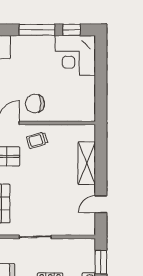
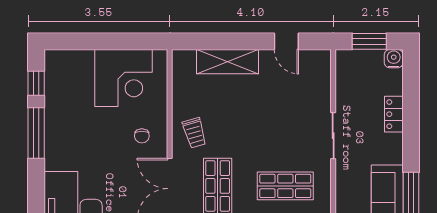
corner desk: (75, 55) -> (124, 78), moved
chair: (35, 104) -> (142, 136), width x0.54, depth x0.54

